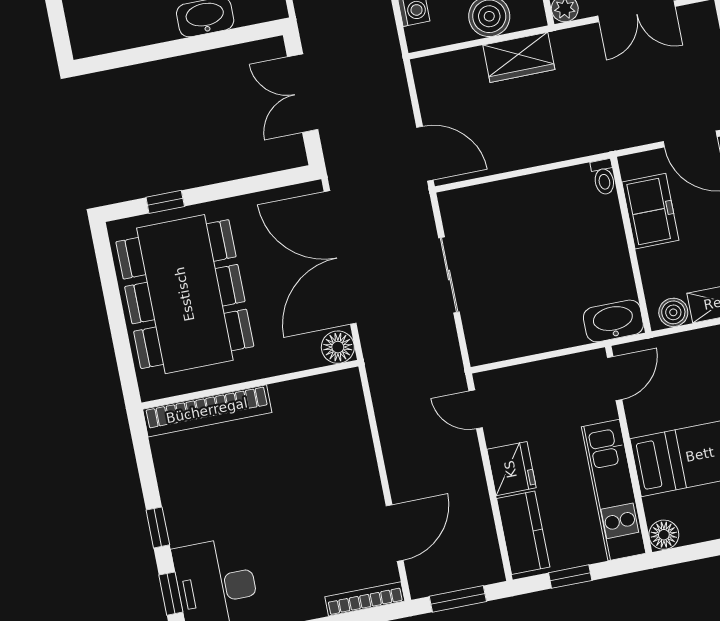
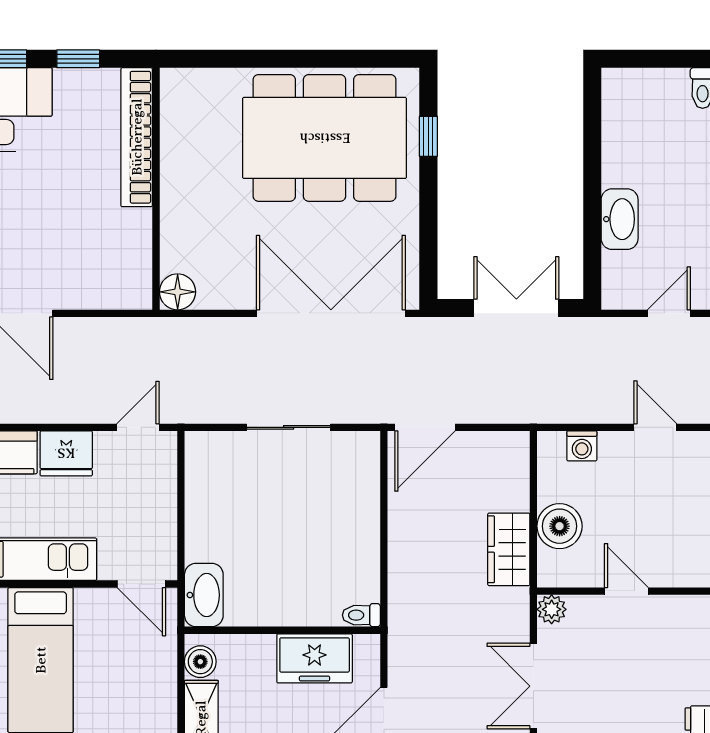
floor lamp: (338, 347) -> (178, 292), moved
wall: (250, 385) -> (156, 189), moved
bookcase: (207, 411) -> (137, 137), moved

